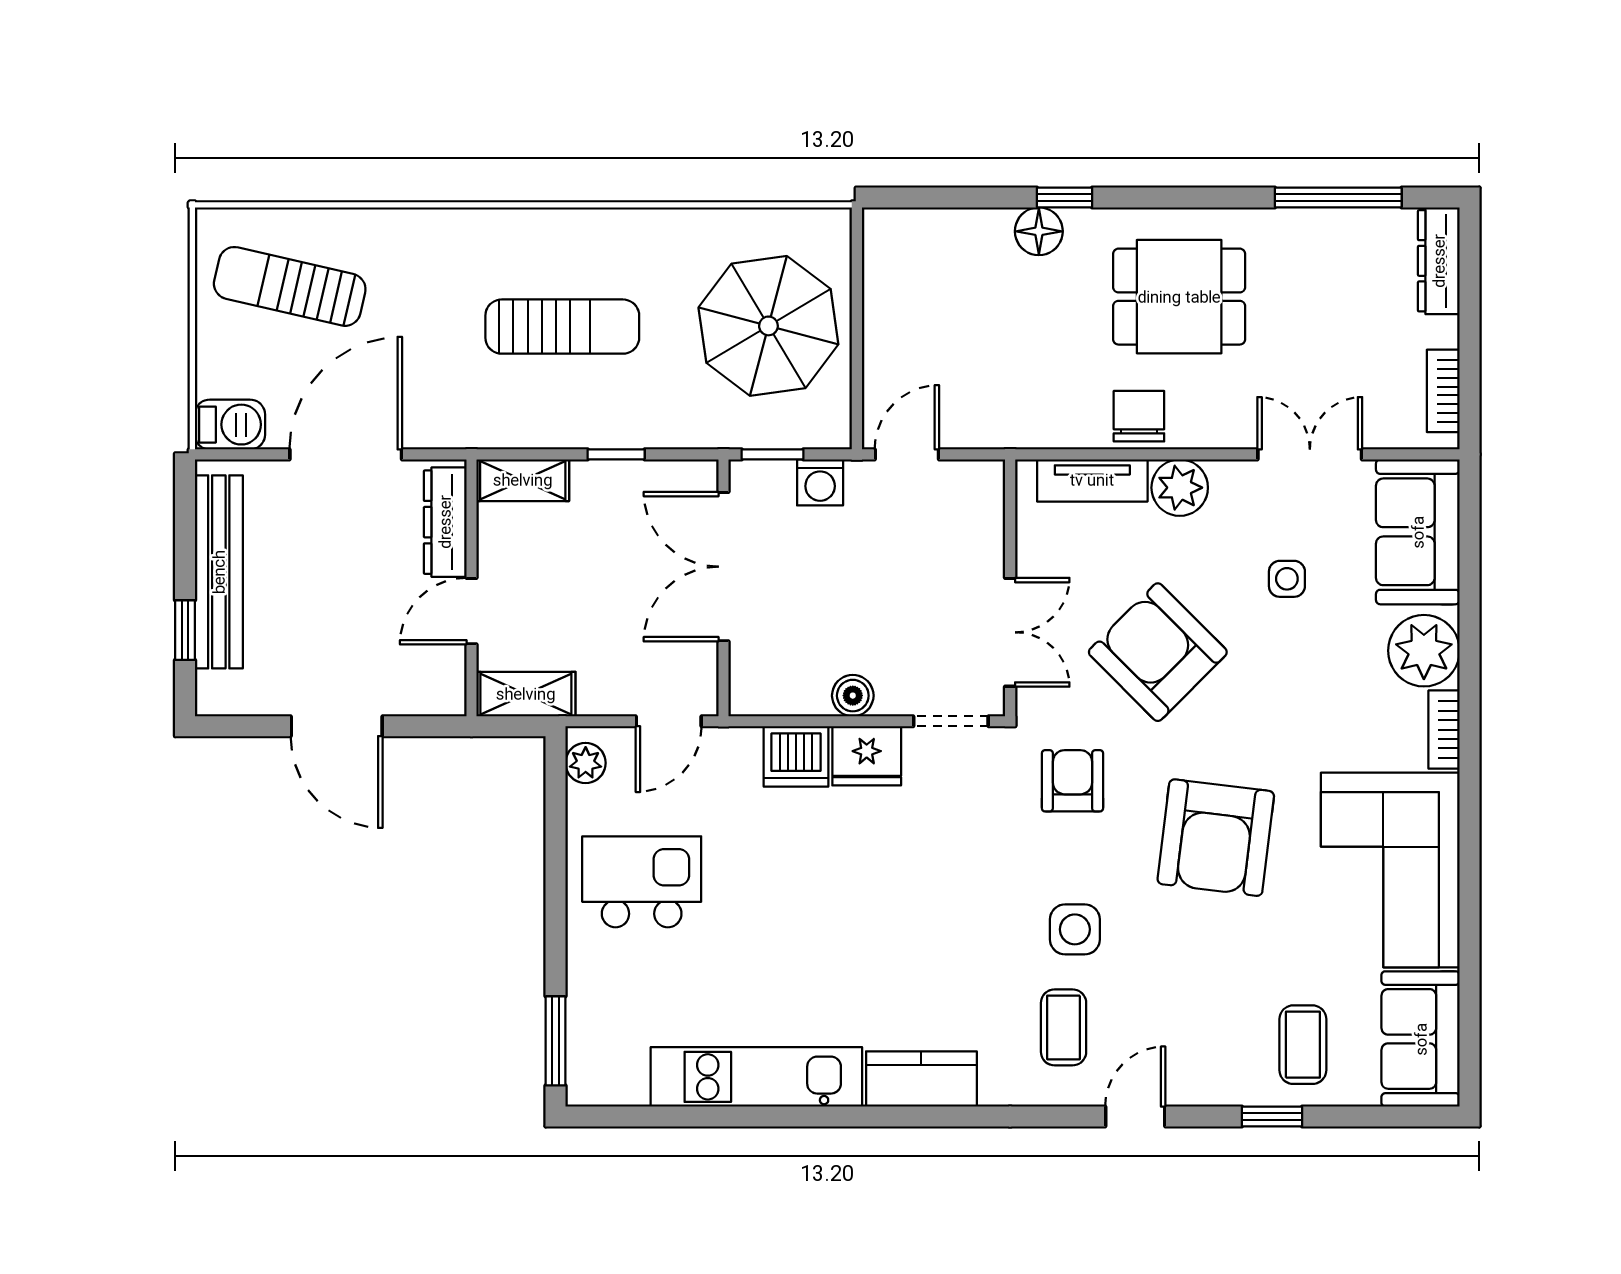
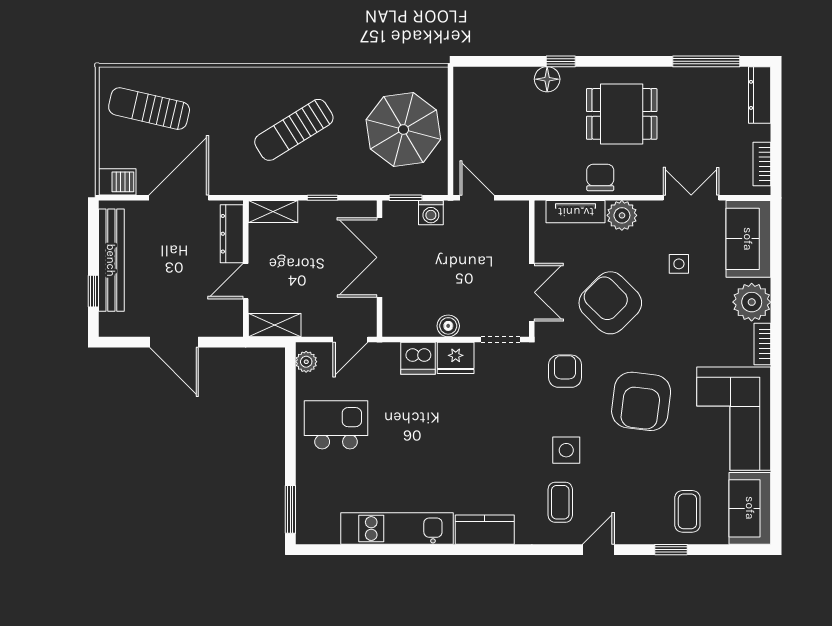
sun lounger: (562, 327) -> (294, 130), turned 148
door: (907, 454) -> (477, 198), hinge flipped

